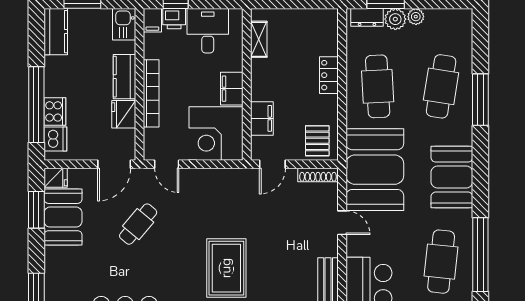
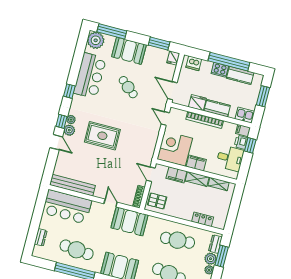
kitchen counter: (56, 32) -> (240, 75), moved
locker: (329, 75) -> (203, 219), moved
shelving: (260, 80) -> (197, 179), added
window: (36, 105) -> (229, 62), moved
cooker: (55, 111) -> (220, 70), moved
door: (167, 164) -> (165, 118), hinge flipped
booth: (375, 170) -> (129, 221), width x0.73, depth x0.70
booth: (63, 217) -> (129, 51), moved
door: (342, 223) -> (111, 203), swing flipped
cafe table: (138, 224) -> (128, 87), moved

